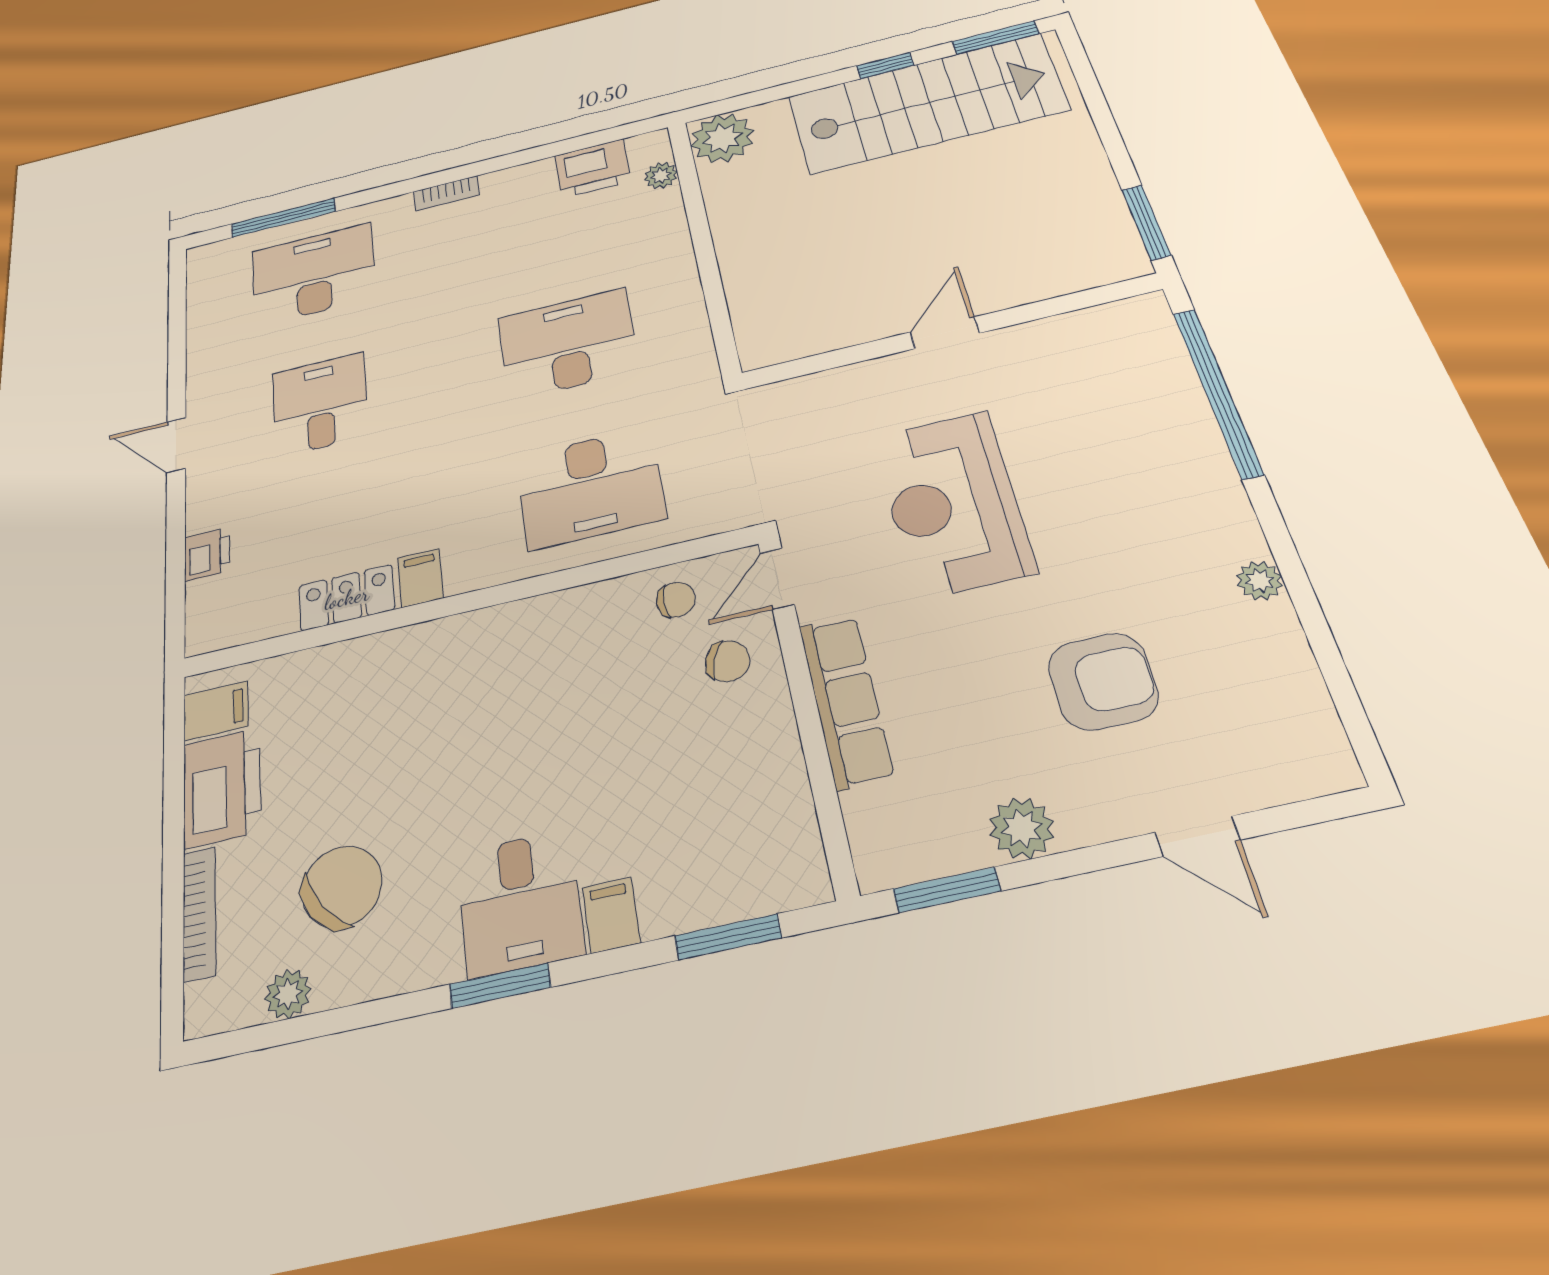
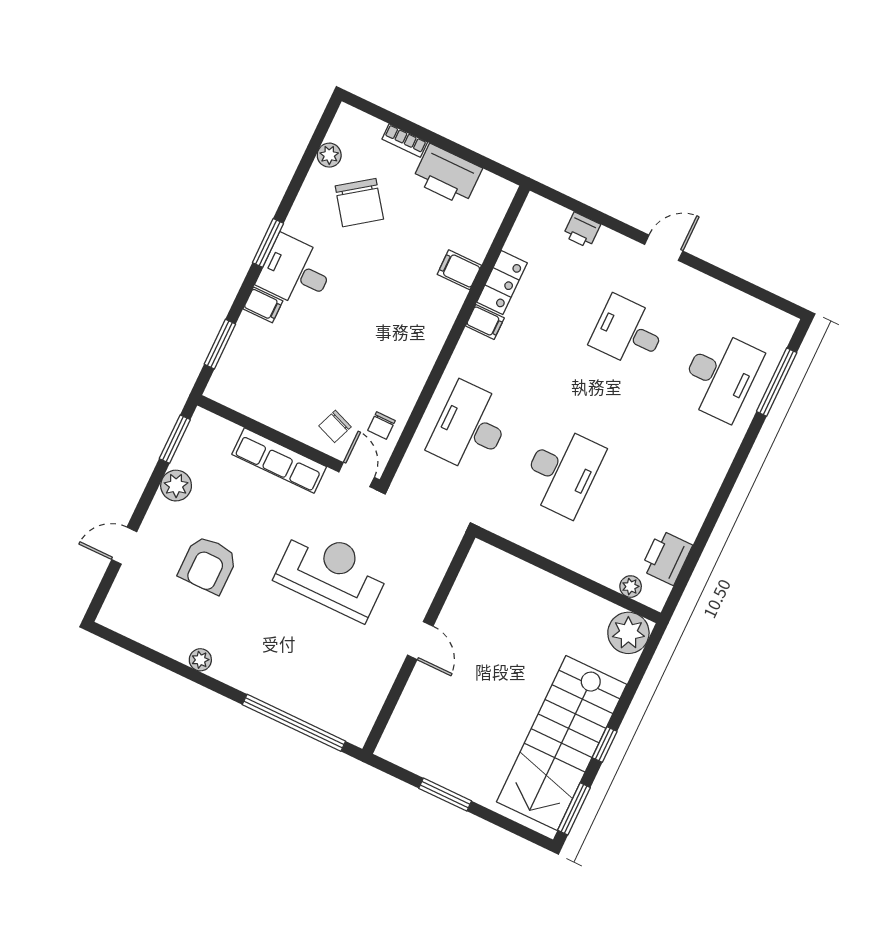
bookcase: (446, 193) -> (717, 475), removed
window: (1146, 222) -> (445, 795), moved
desk: (320, 404) -> (628, 332), turned 180
filing cabinet: (216, 711) -> (459, 270), moved, turned 90
bookcase: (199, 913) -> (405, 141), width x0.64

